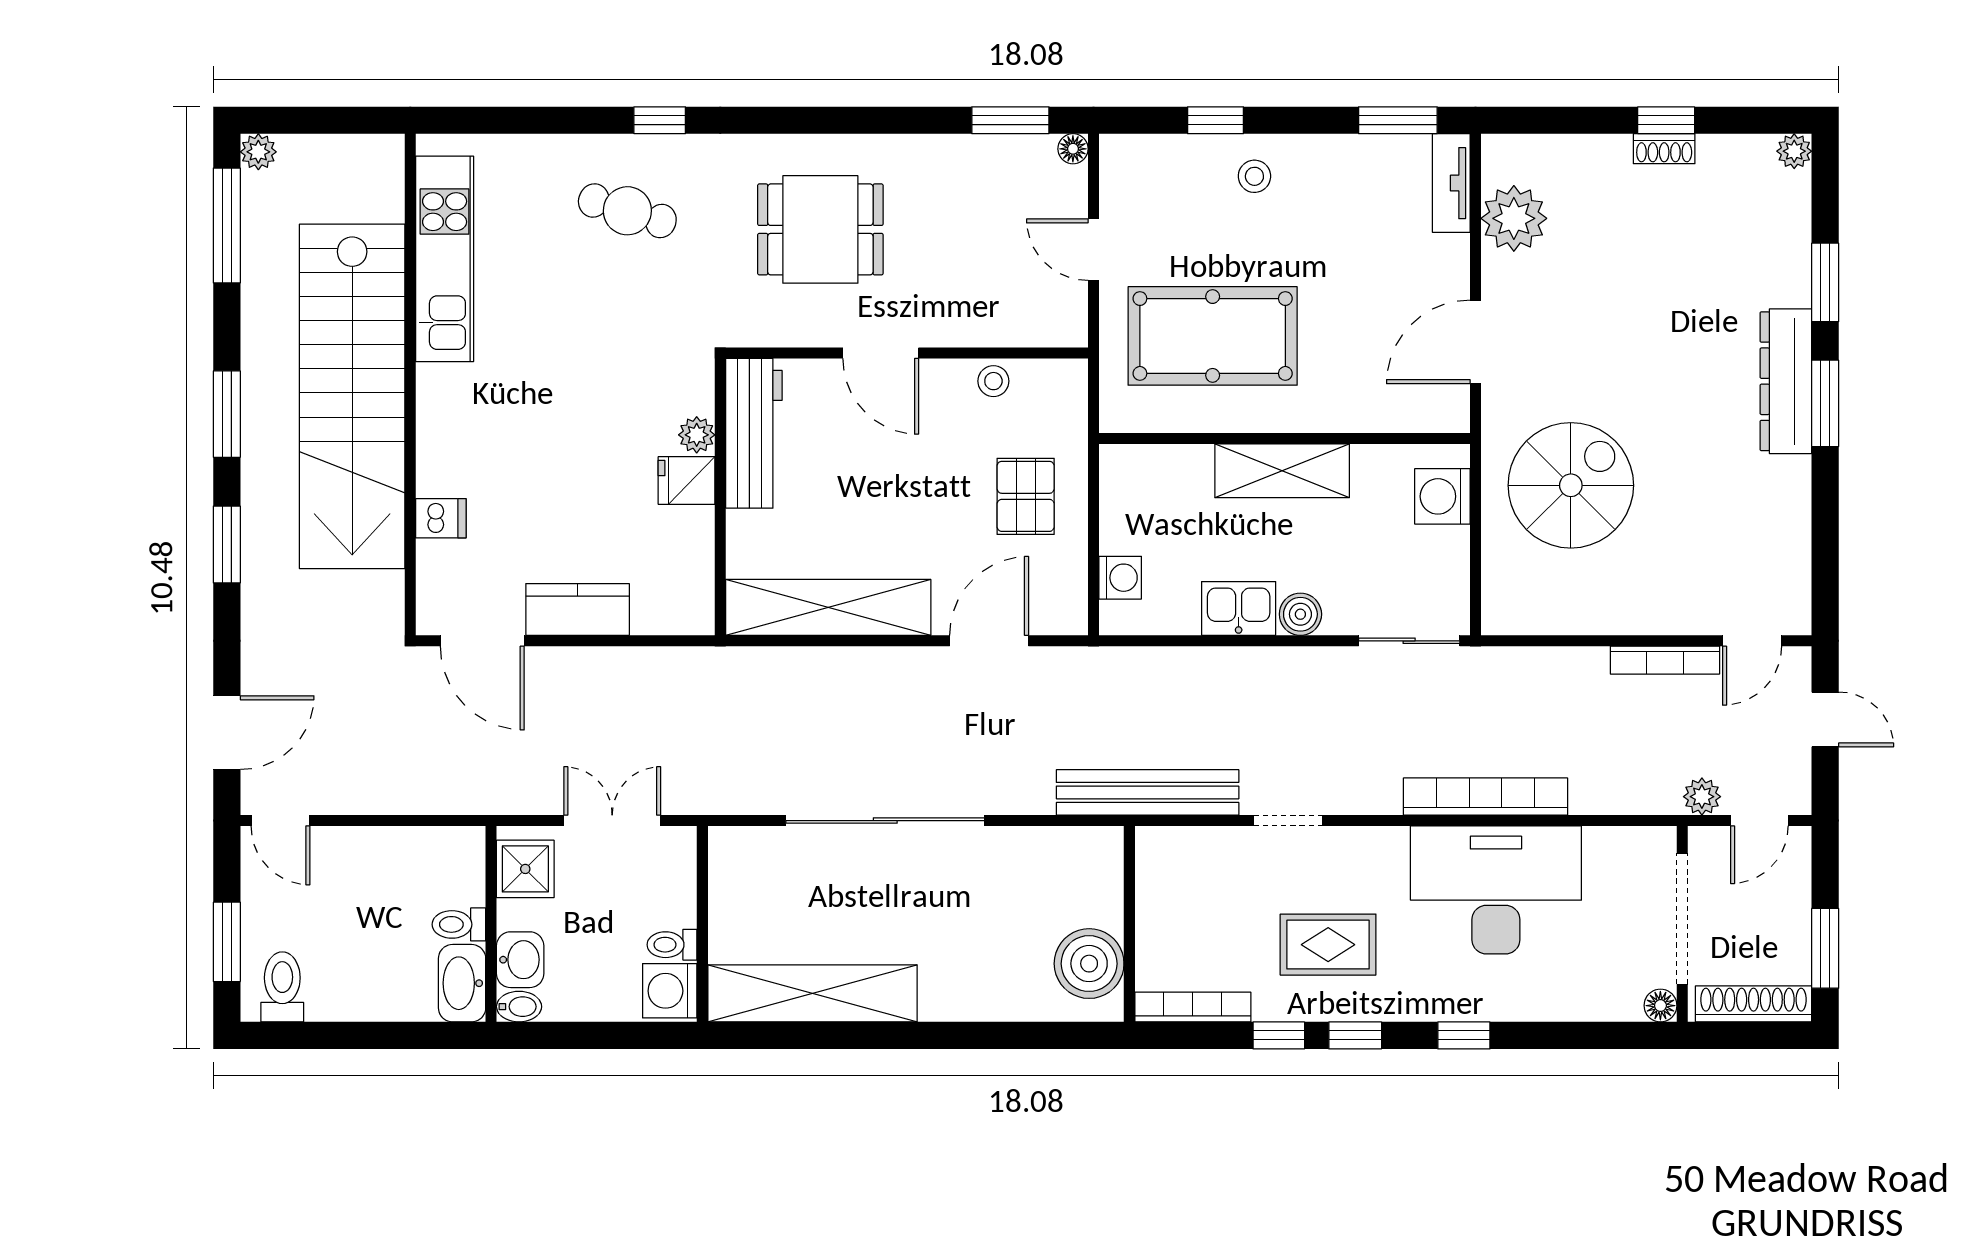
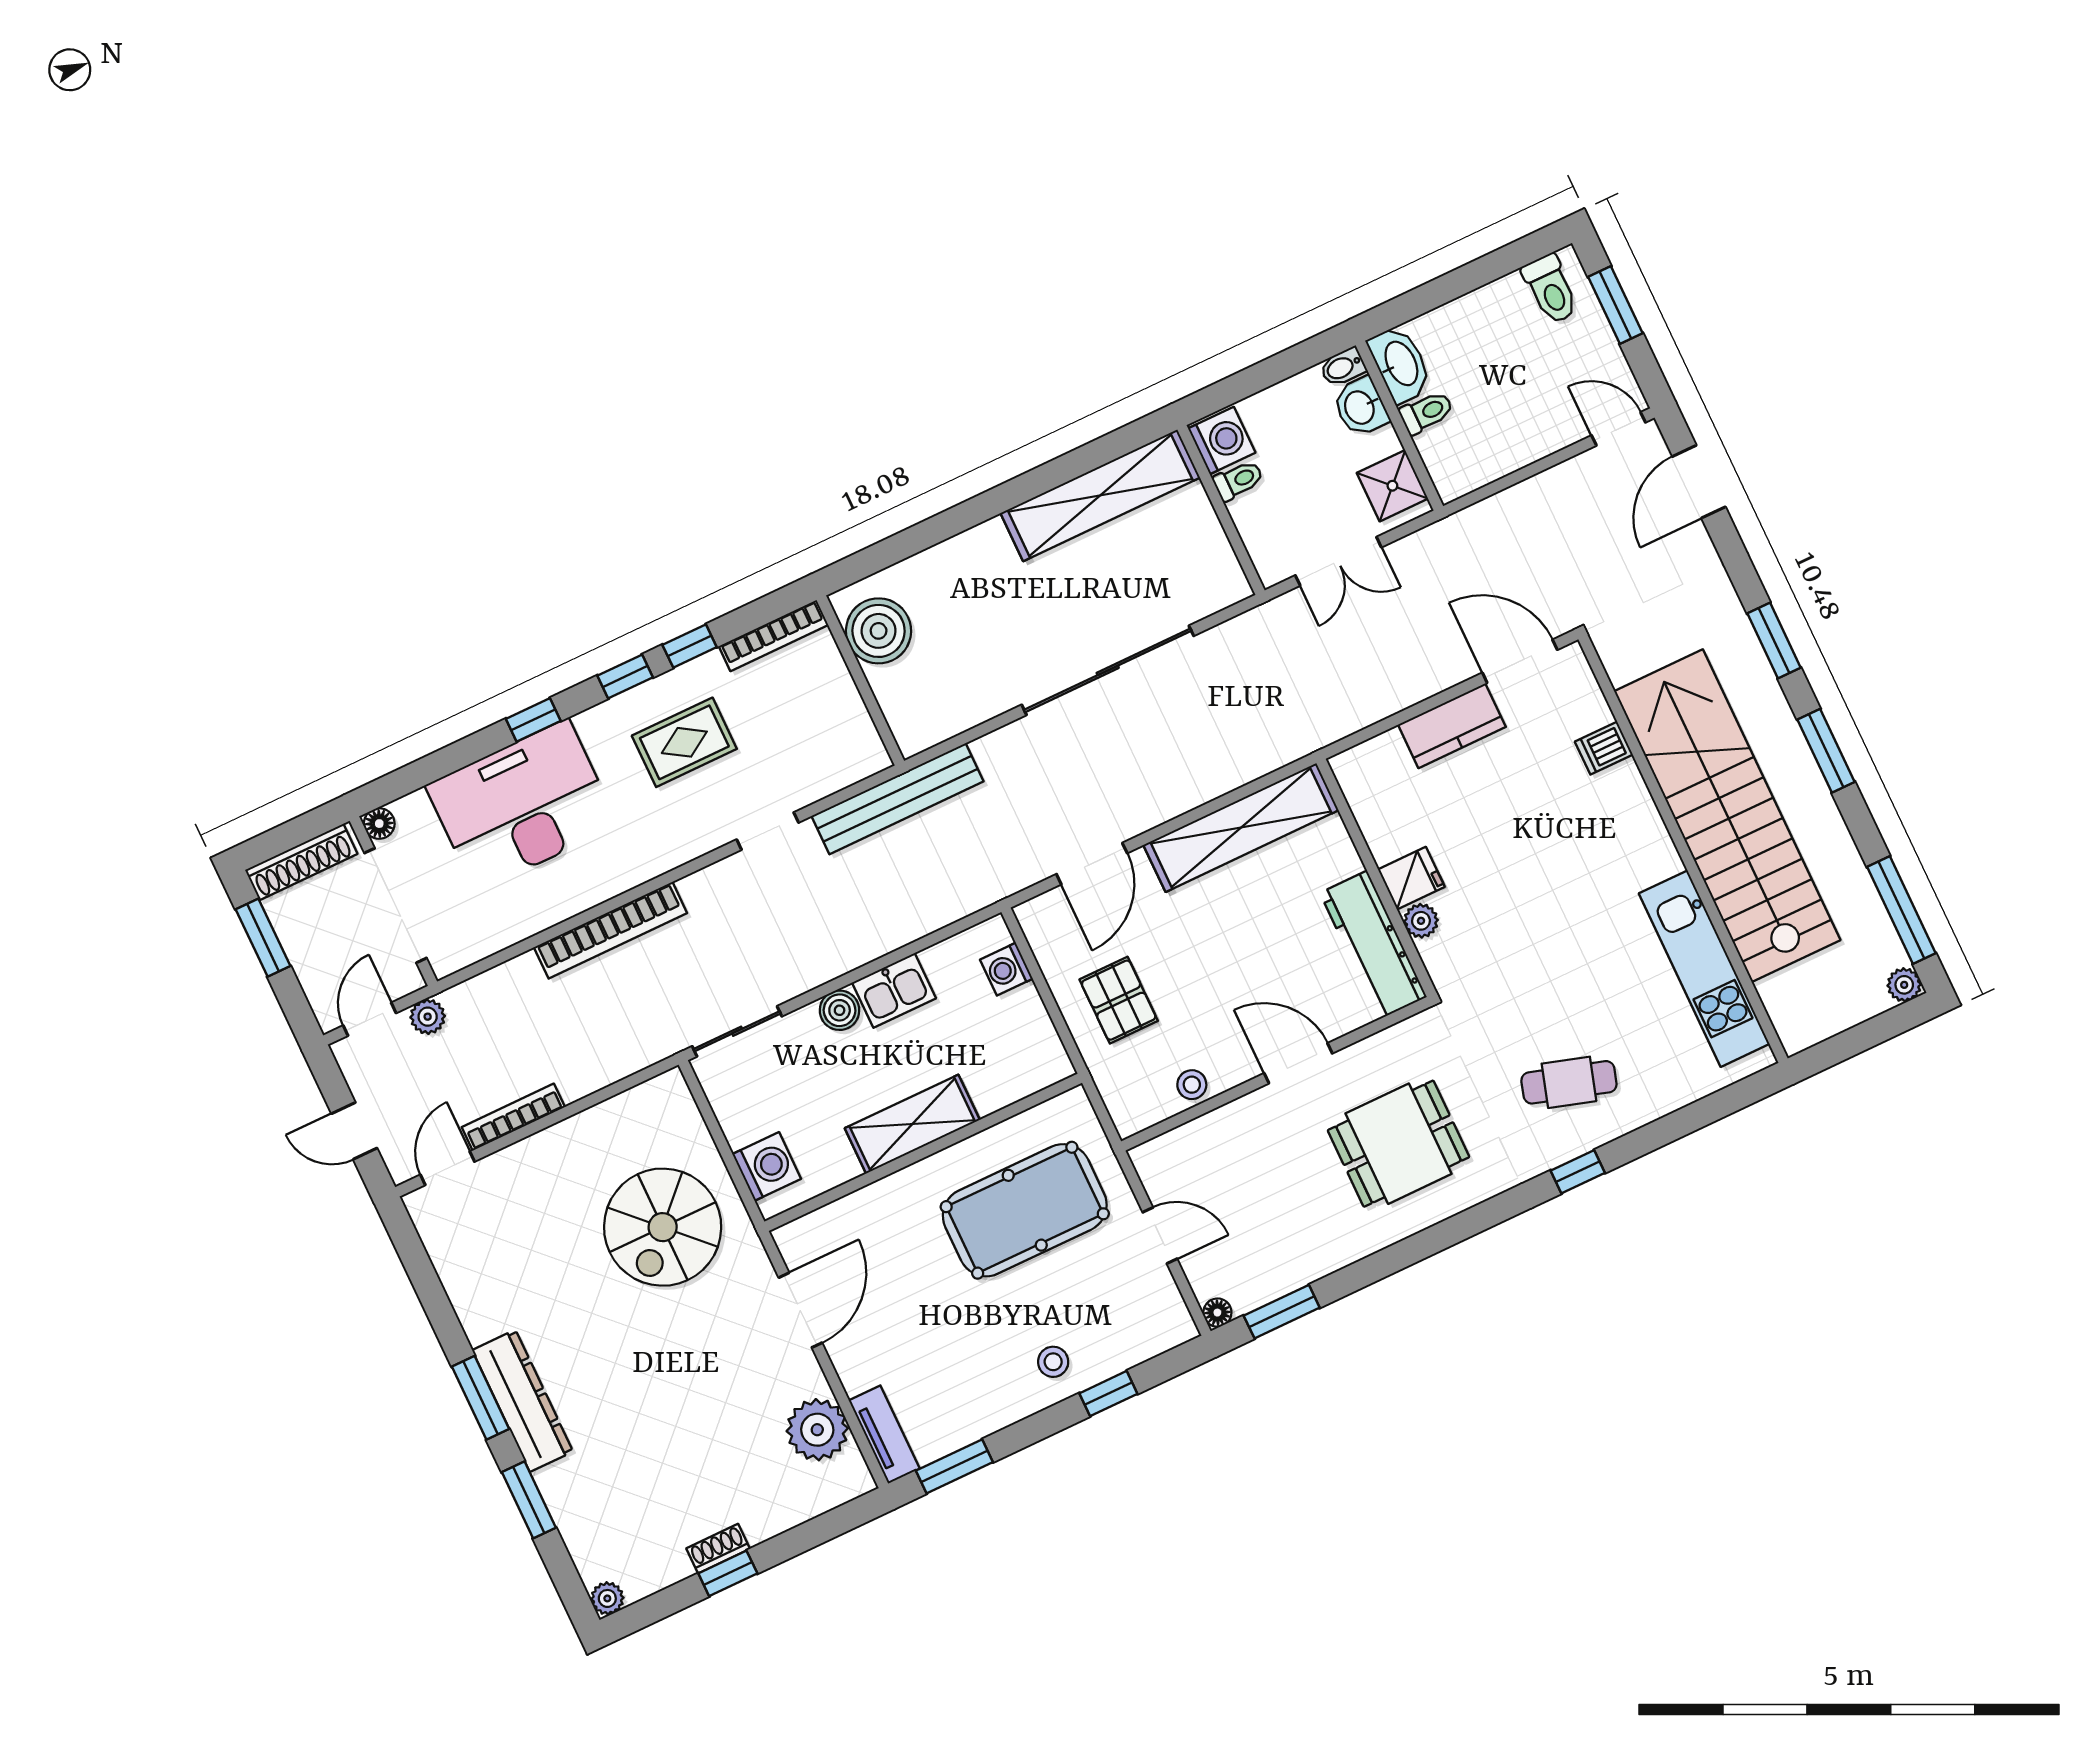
desk: (1496, 890) -> (522, 805), moved, turned 180

